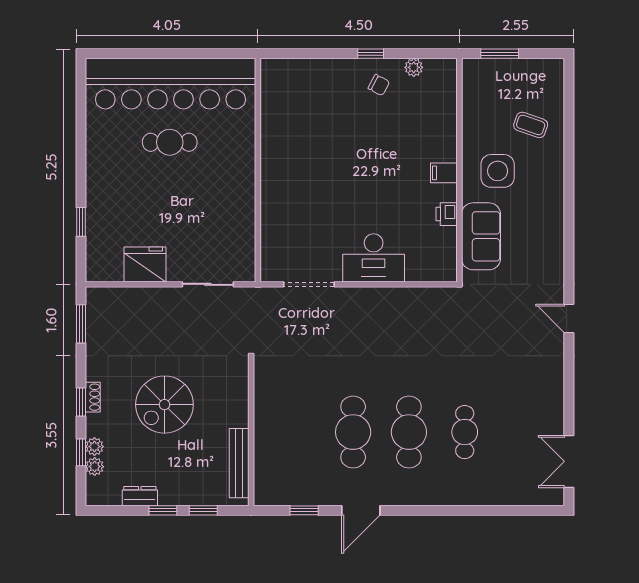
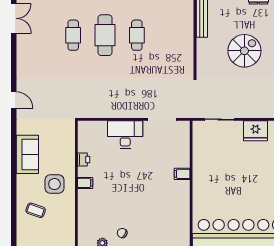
cafe table: (170, 142) -> (241, 200), removed
filing cabinet: (274, 189) -> (182, 174), added
sofa: (481, 236) -> (27, 154), moved, turned 180
cafe table: (353, 432) -> (137, 35), width x0.73, depth x0.74

